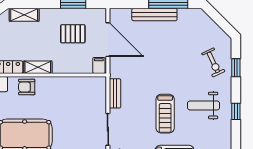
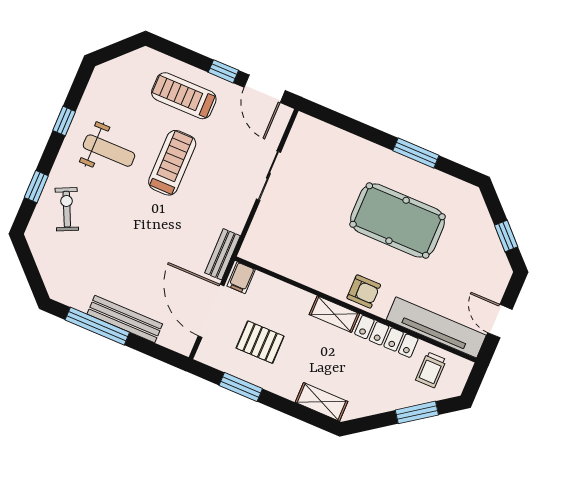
bench: (115, 93) -> (223, 254), moved

